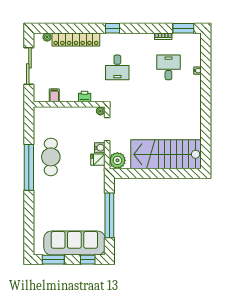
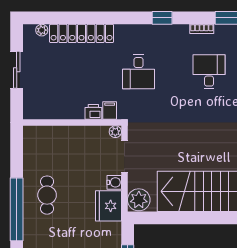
window: (113, 28) -> (162, 18), moved
sliding door: (29, 66) -> (17, 70), width x0.73
filing cabinet: (54, 95) -> (110, 110), moved
cafe table: (51, 157) -> (47, 195), width x0.73, depth x0.74
fridge: (98, 160) -> (108, 206), width x1.88, depth x1.34

